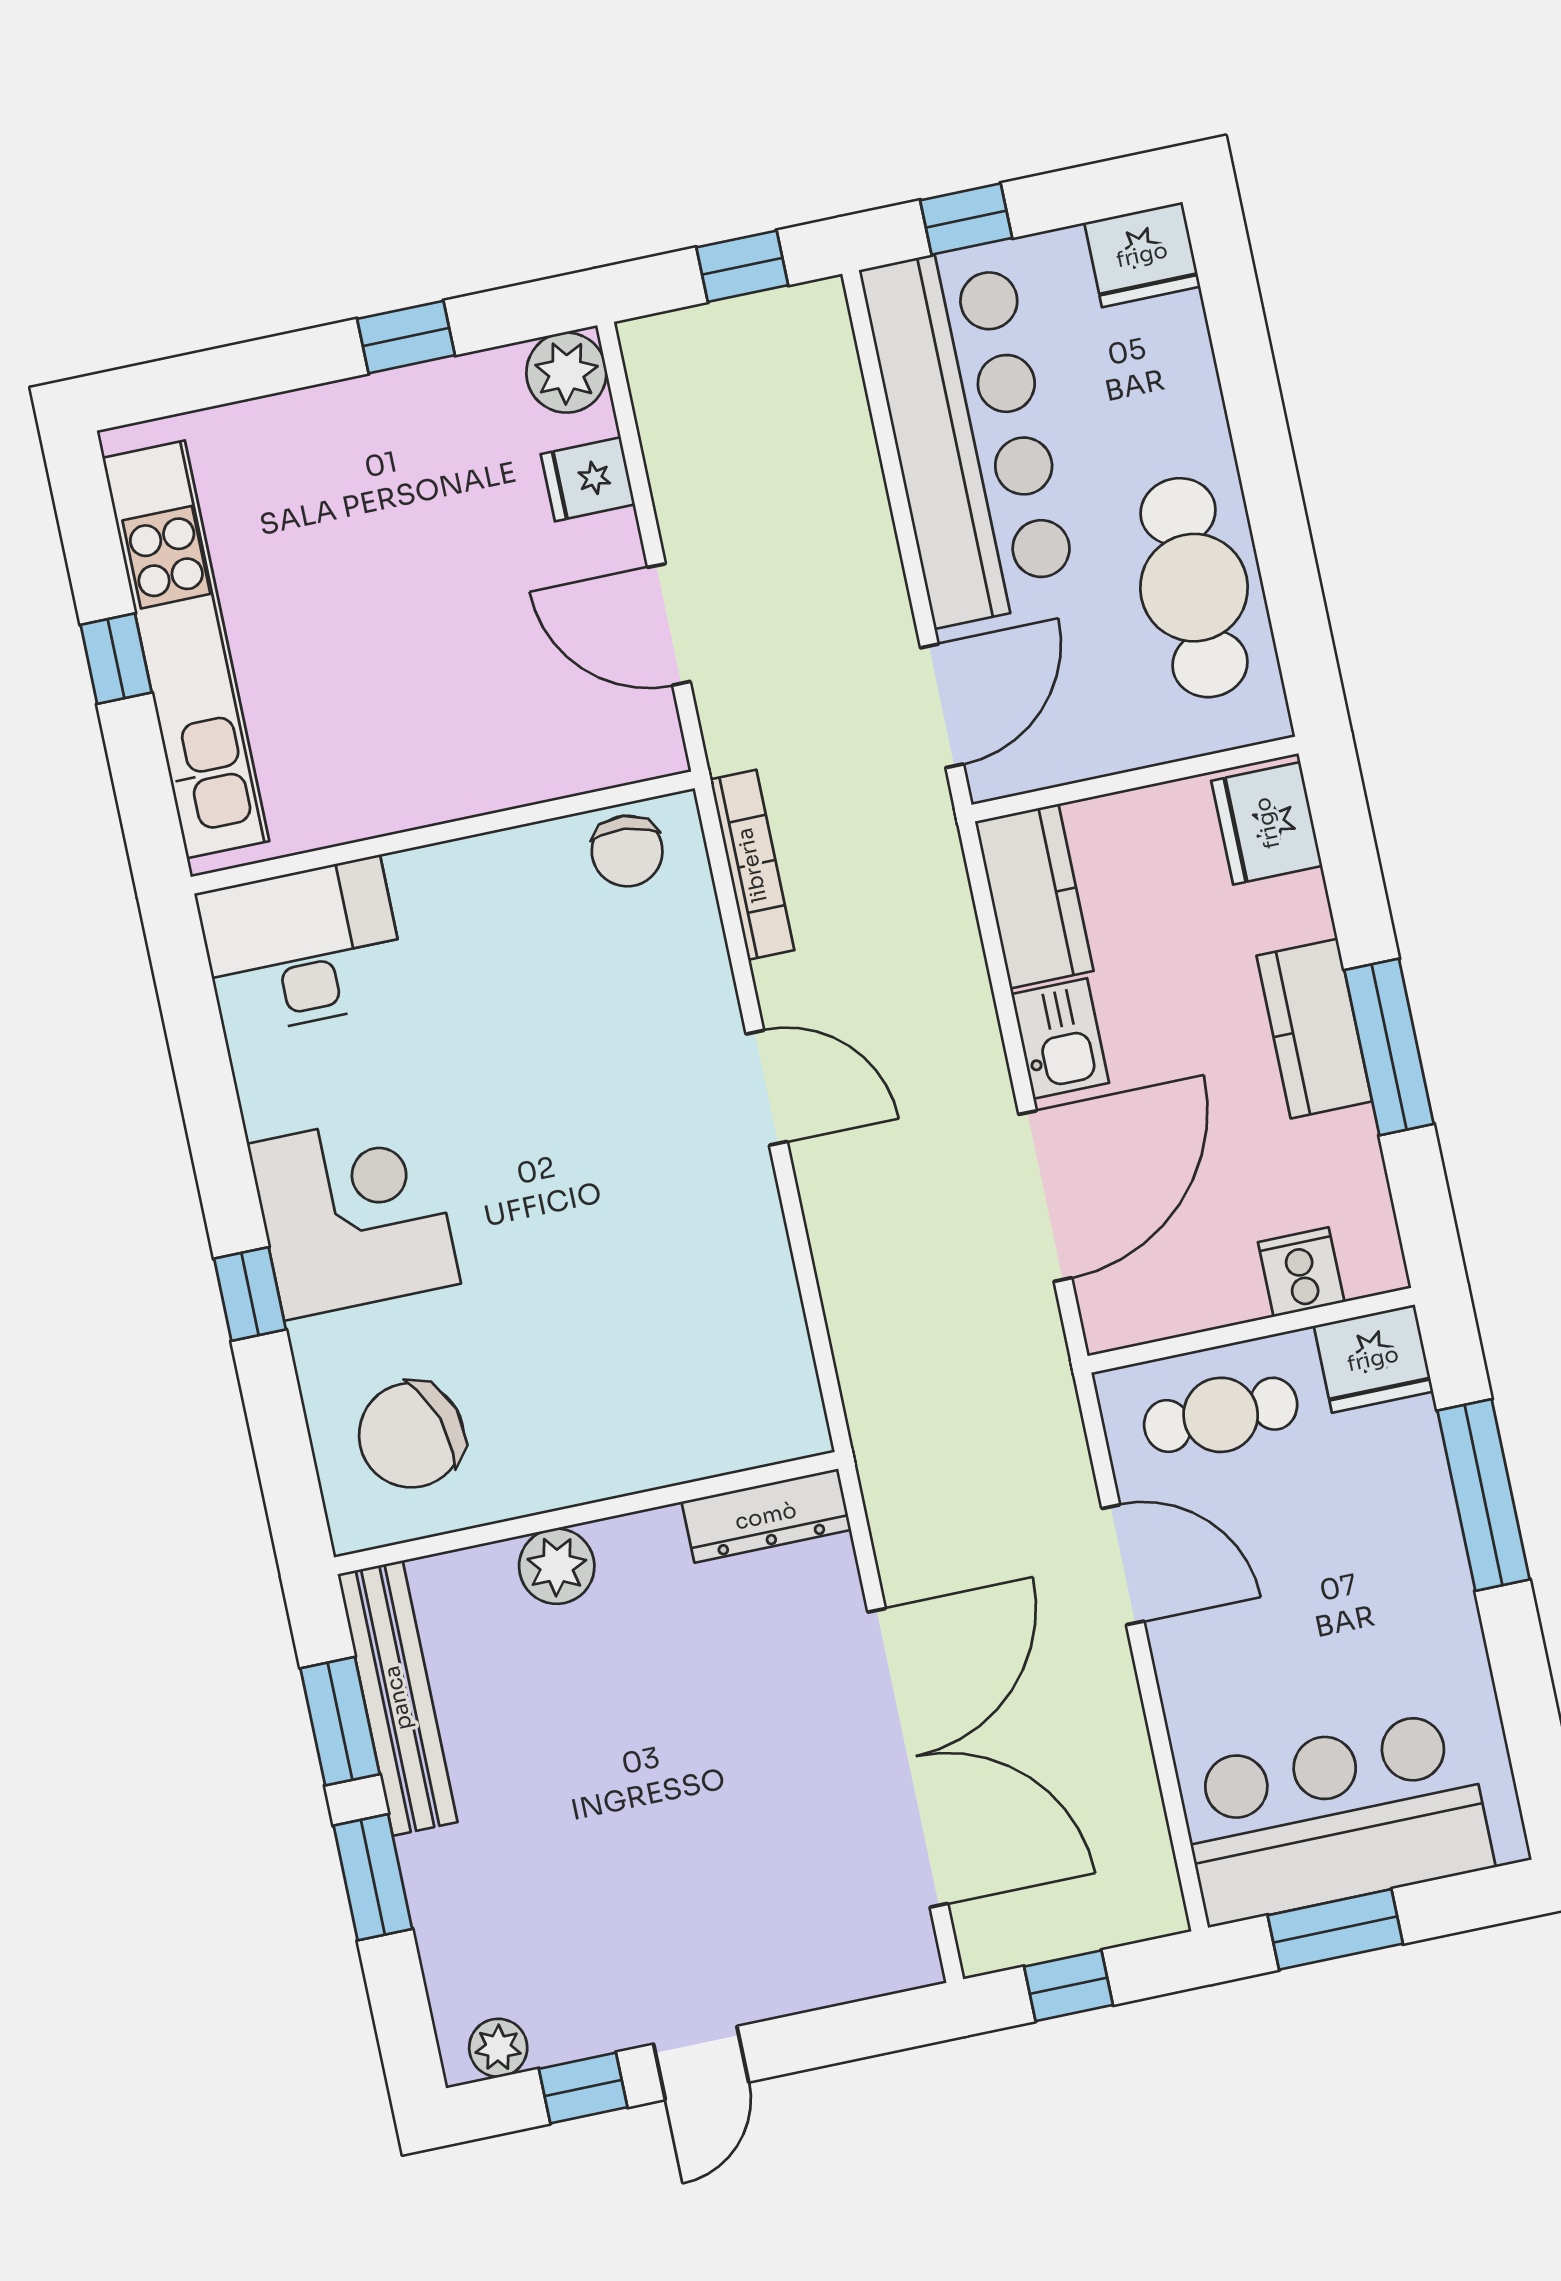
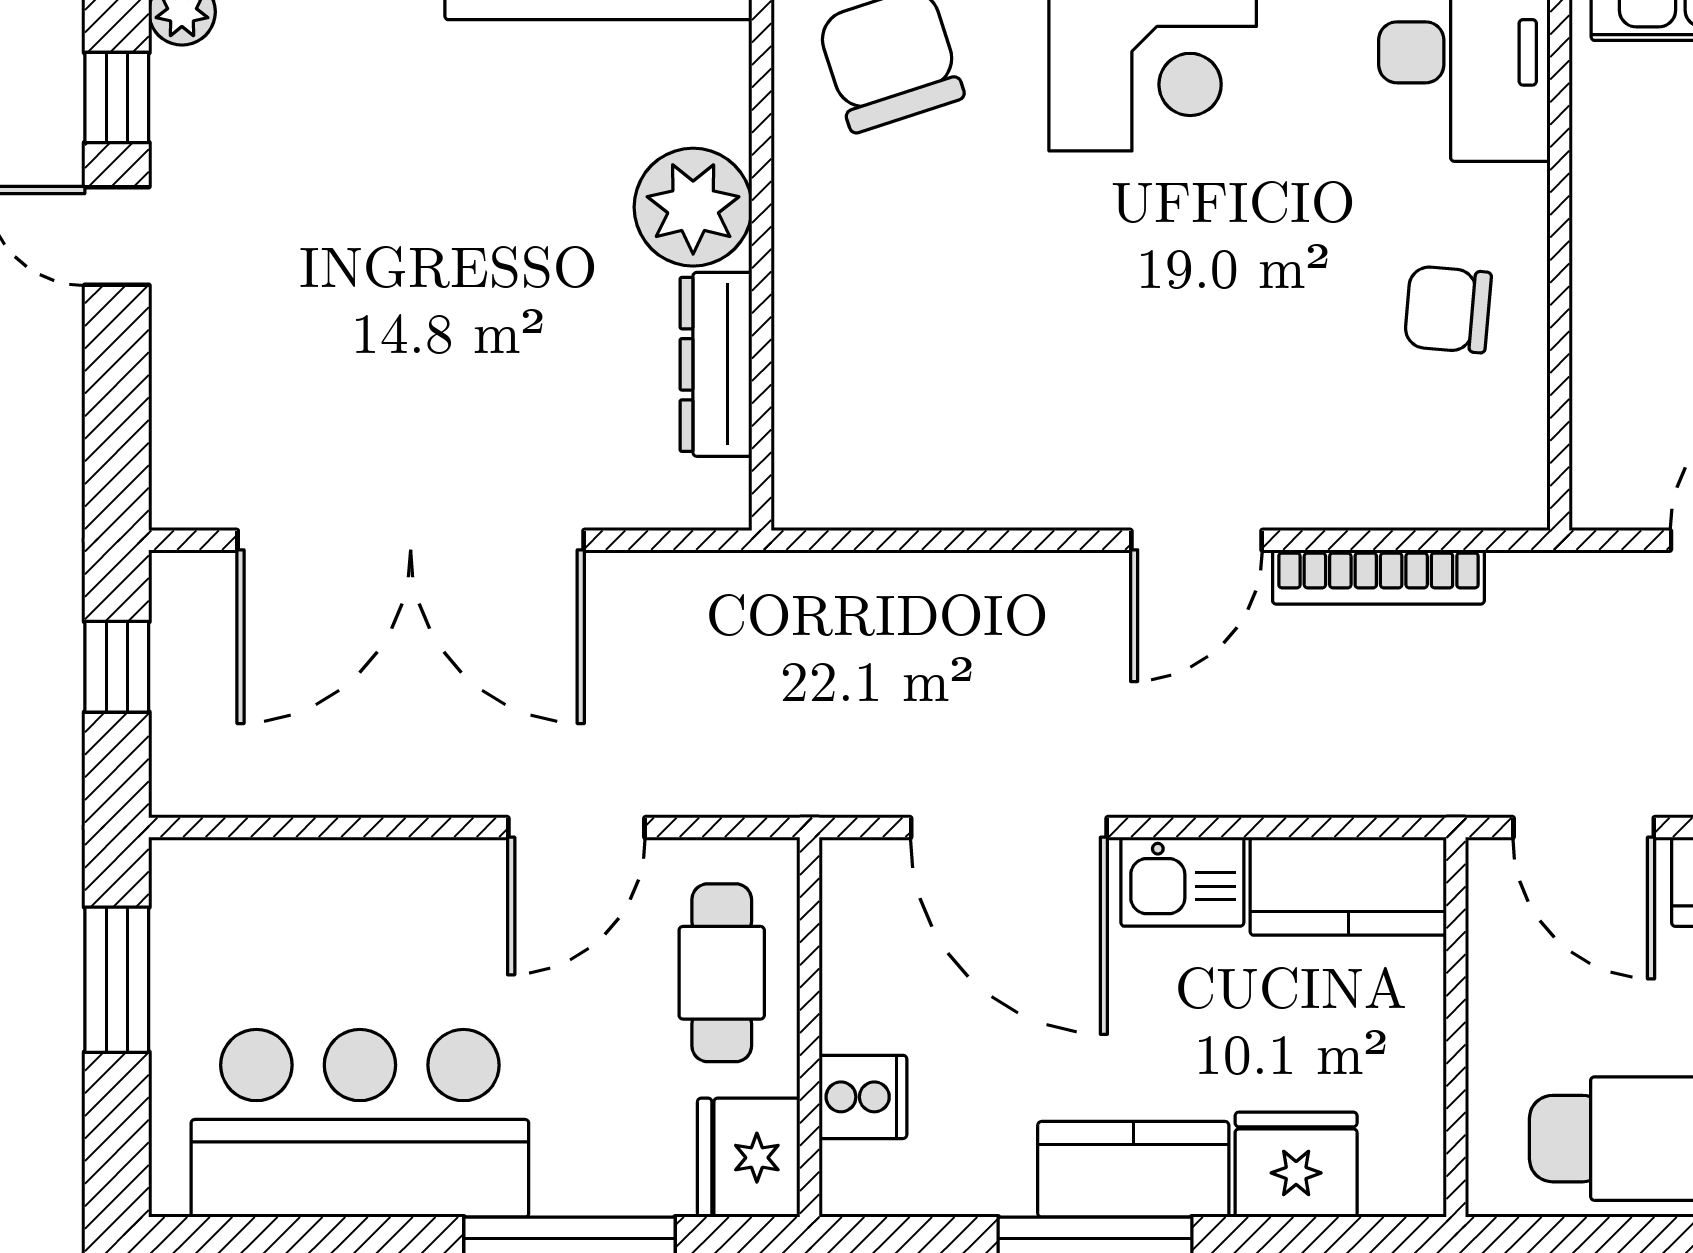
fridge: (1267, 823) -> (1296, 1165), moved
chair: (627, 851) -> (1448, 309), moved
bookcase: (752, 865) -> (1378, 577), moved
dresser: (766, 1516) -> (716, 364), moved
plant: (557, 1566) -> (693, 207), width x1.36, depth x1.36
bar counter: (1335, 1818) -> (360, 1123), moved, turned -90

